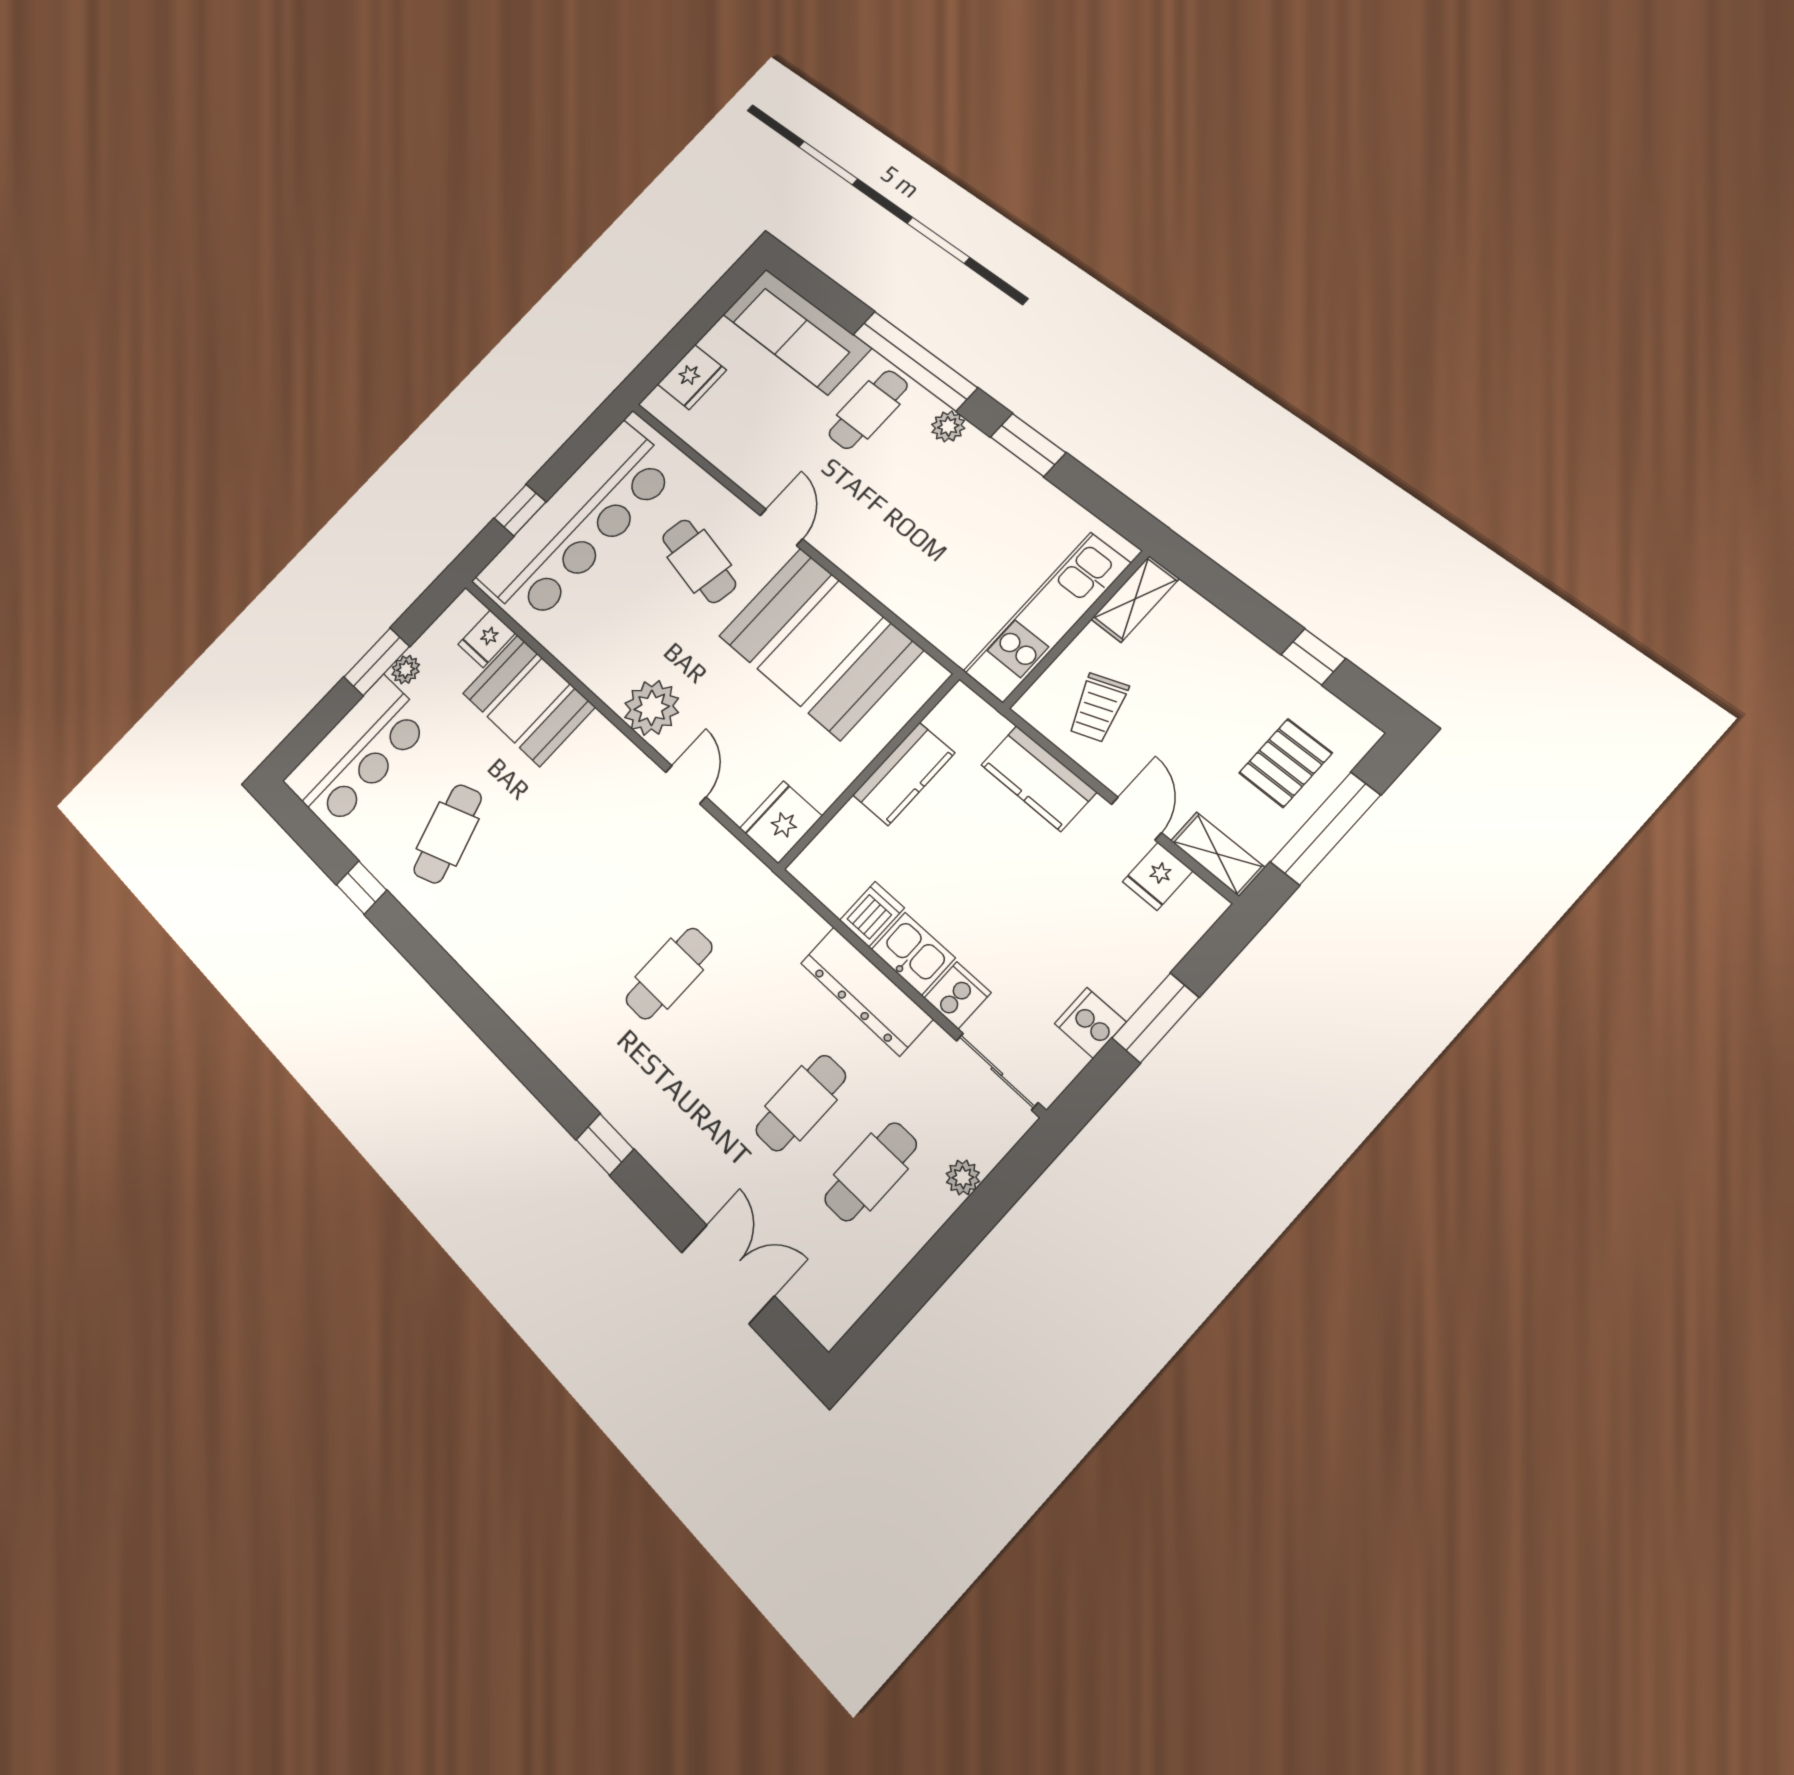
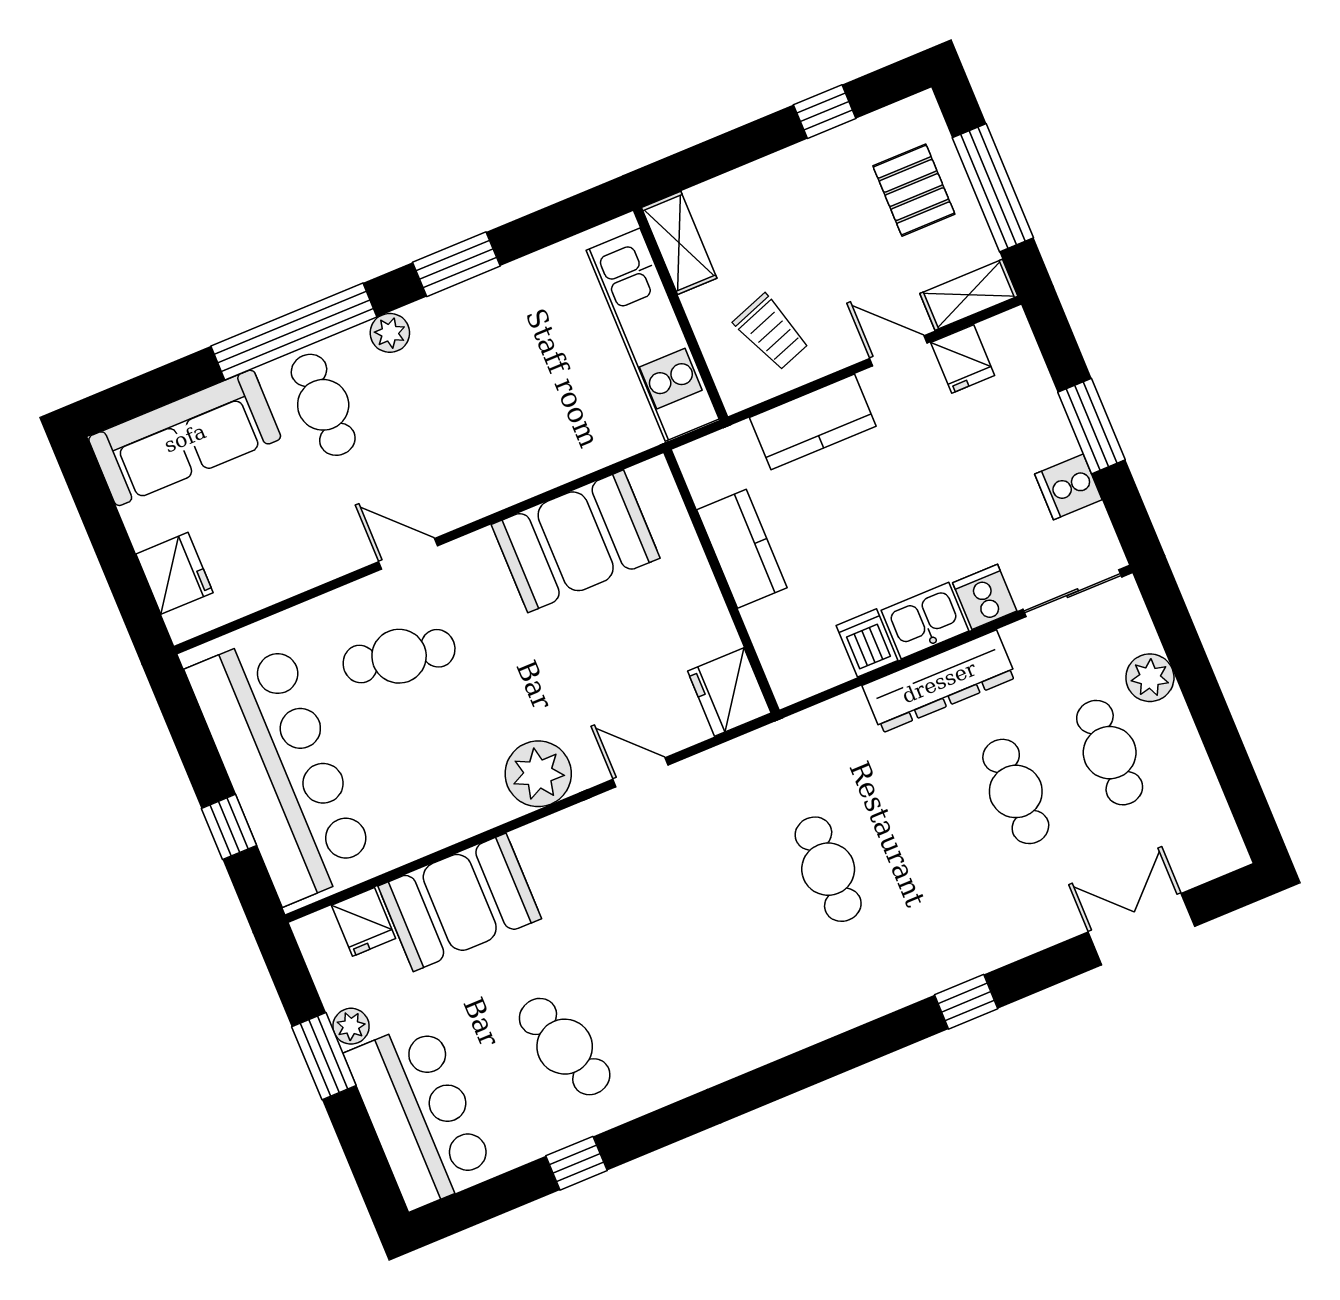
booth: (820, 643) -> (576, 541), width x0.73, depth x0.70
plant: (963, 1177) -> (1150, 678), width x1.38, depth x1.38

